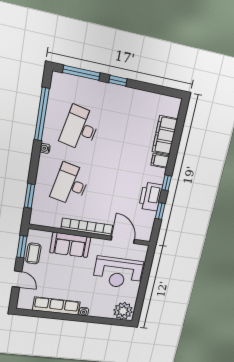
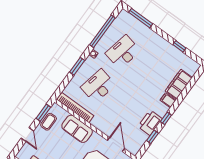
window: (118, 81) -> (179, 46), moved
window: (29, 196) -> (77, 66), moved
bookcase: (87, 227) -> (75, 108), moved

